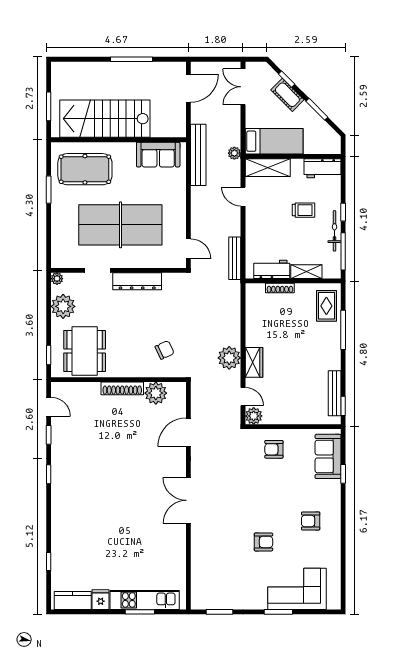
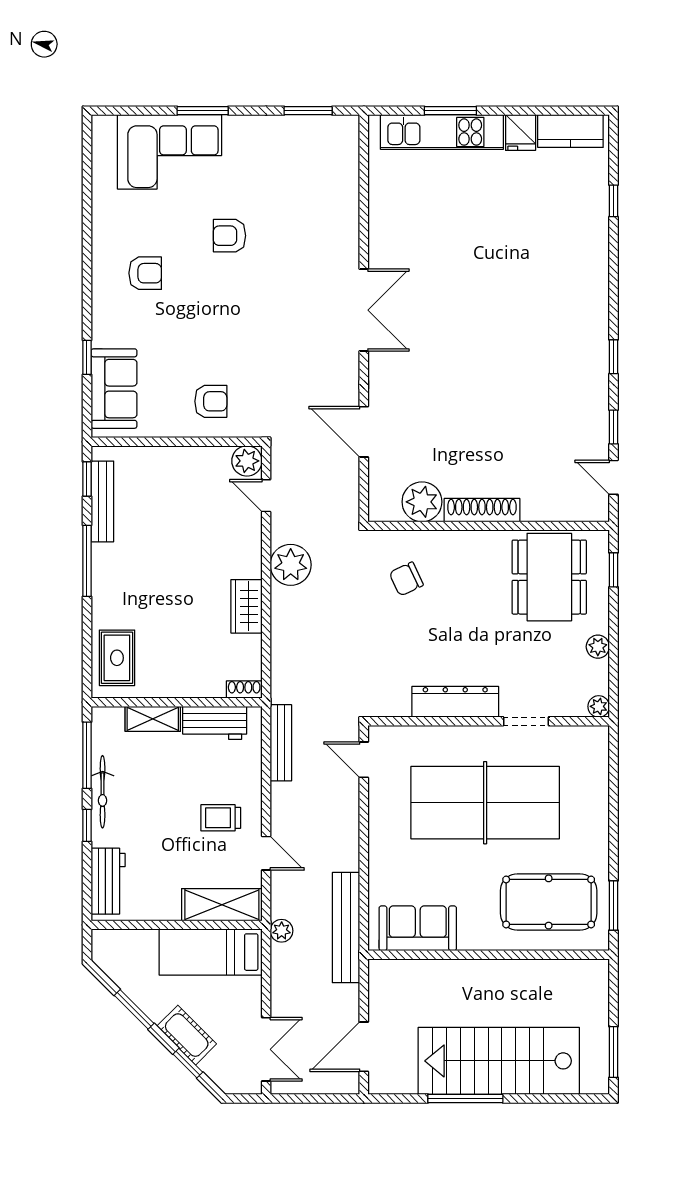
window: (49, 106) -> (613, 1052), moved
stairs: (105, 119) -> (499, 1061), moved, turned 180
workbench: (322, 168) -> (108, 881), moved, turned 90
window: (49, 190) -> (613, 905), moved
trolley: (303, 210) -> (221, 818), moved
shoe rack: (280, 288) -> (244, 690), moved, width x0.70
plant: (63, 306) -> (598, 647), width x0.53, depth x0.53
window: (343, 330) -> (87, 561), moved
wardrobe: (254, 362) -> (246, 606), moved
door: (188, 432) -> (364, 432), swing flipped

